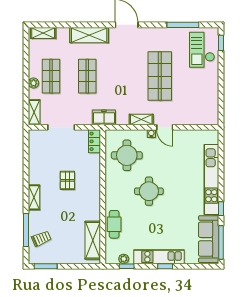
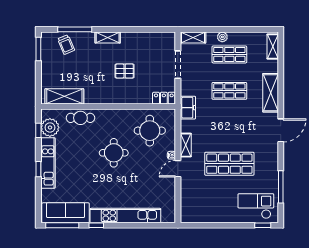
plant: (124, 259) -> (50, 127), width x1.88, depth x1.88

